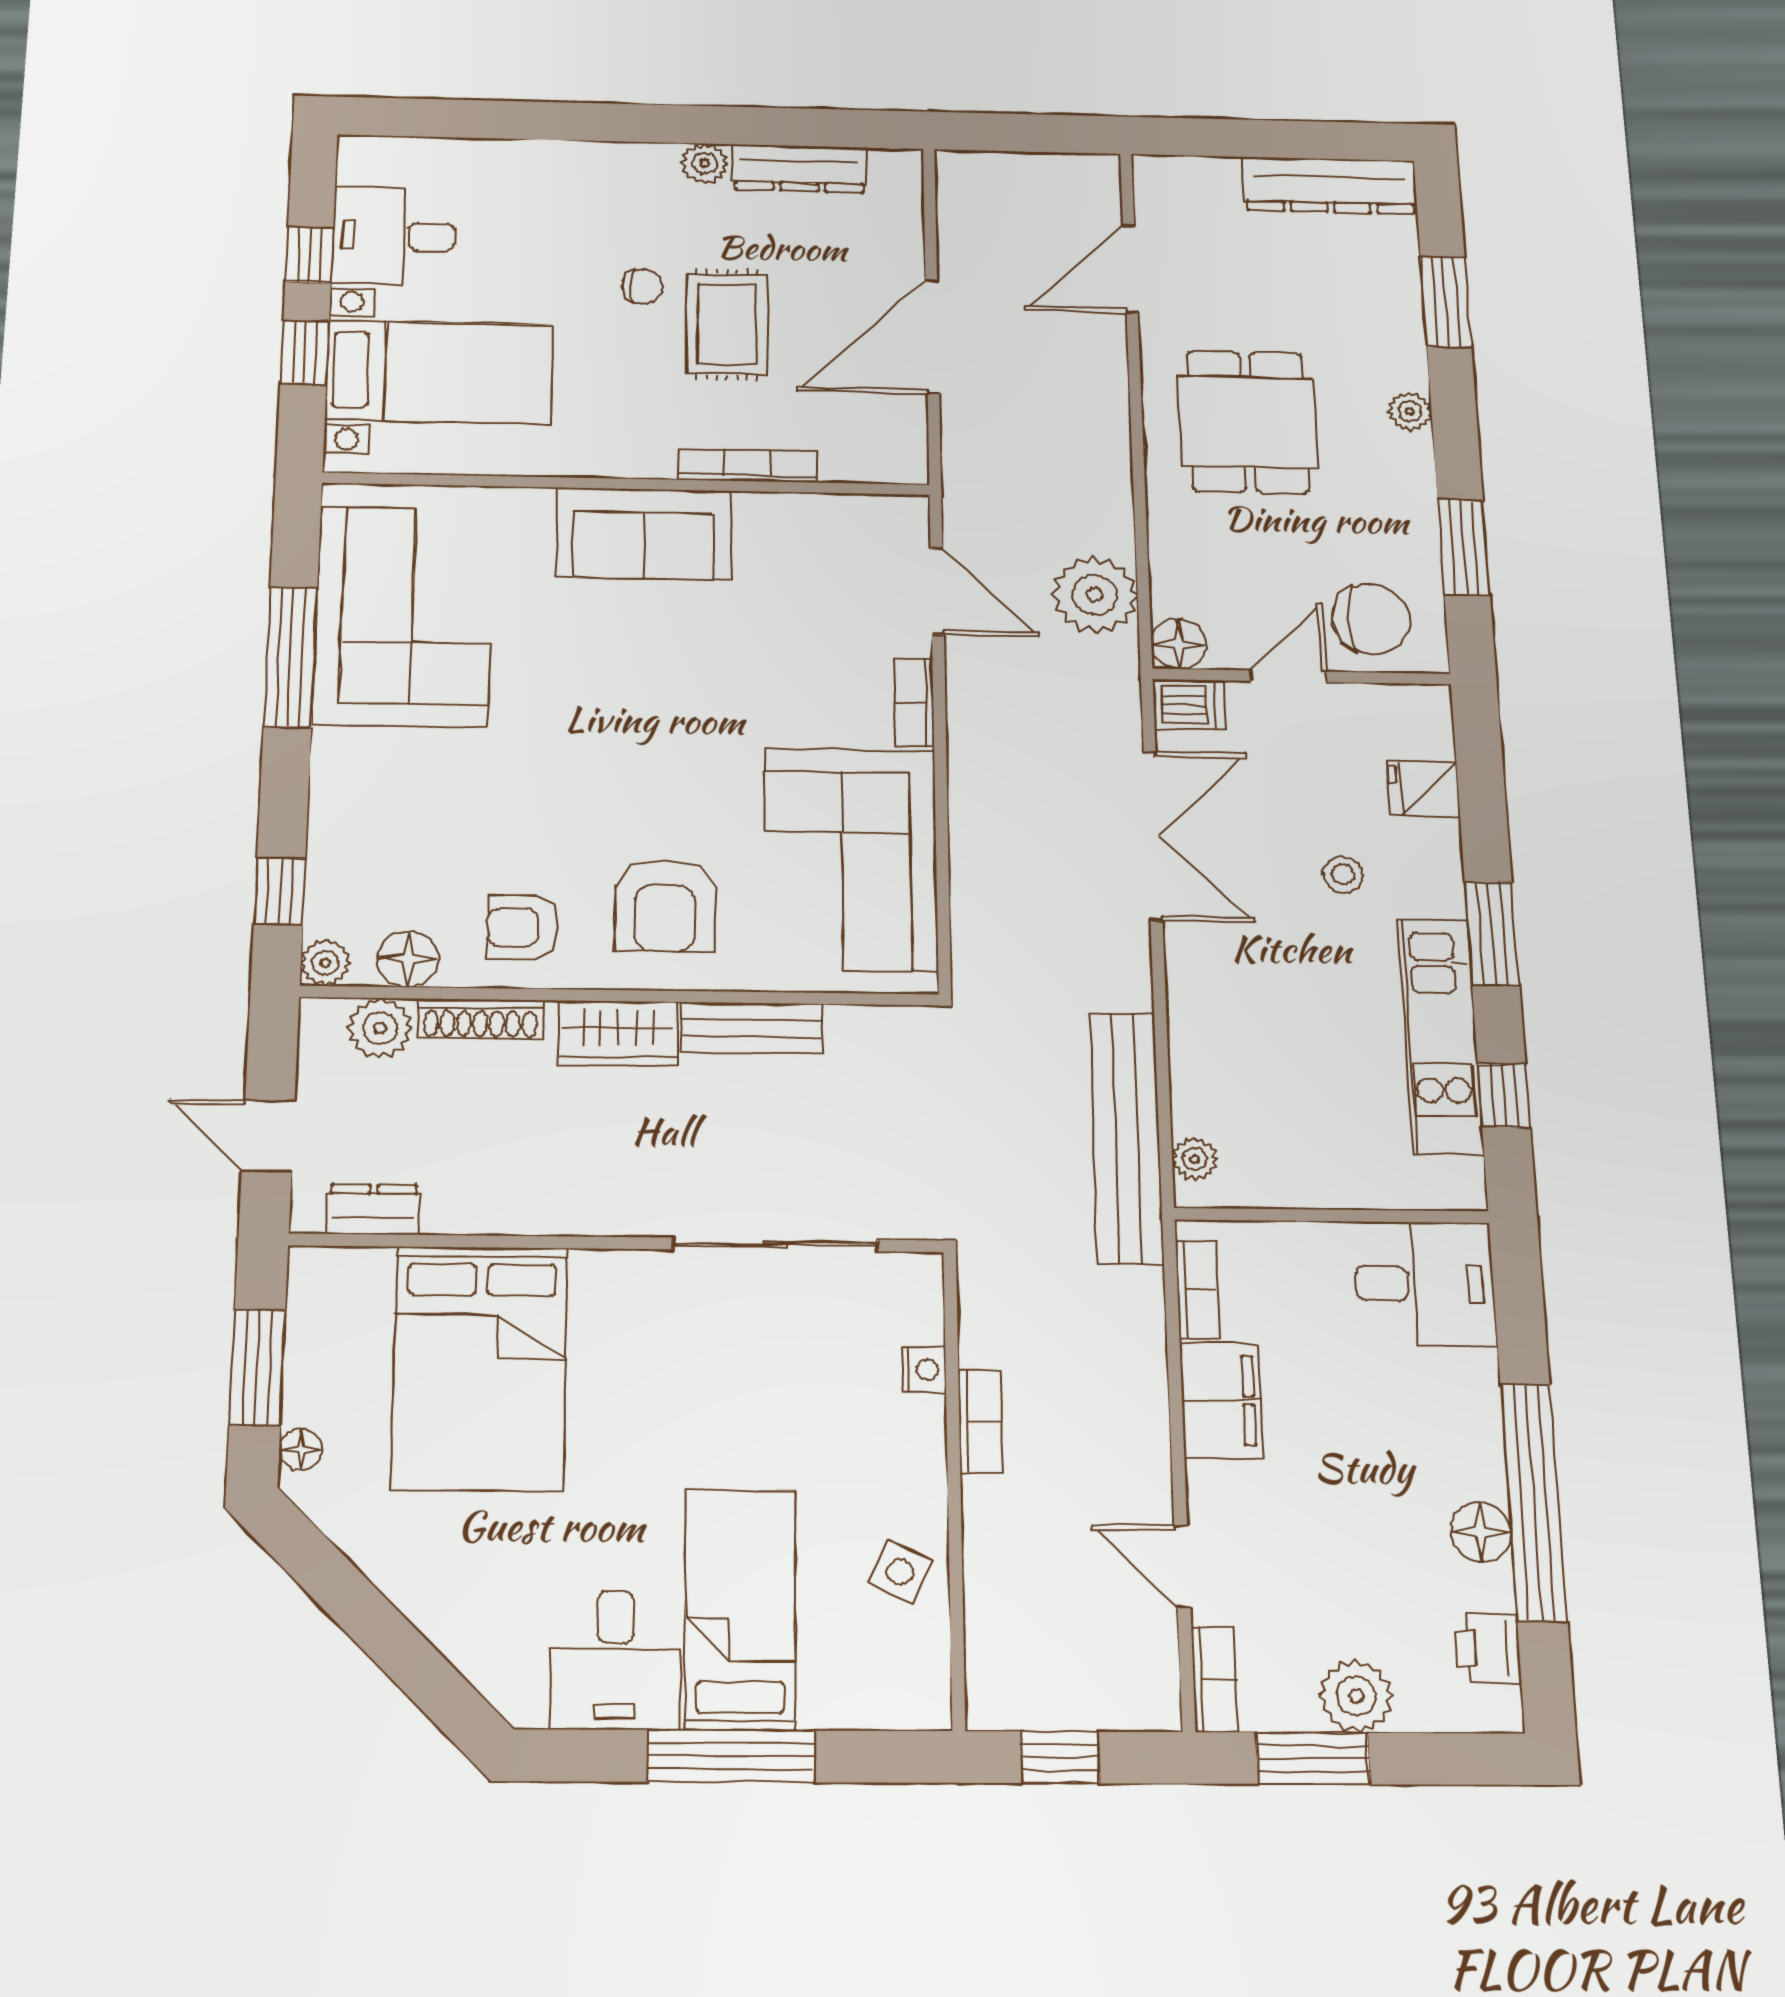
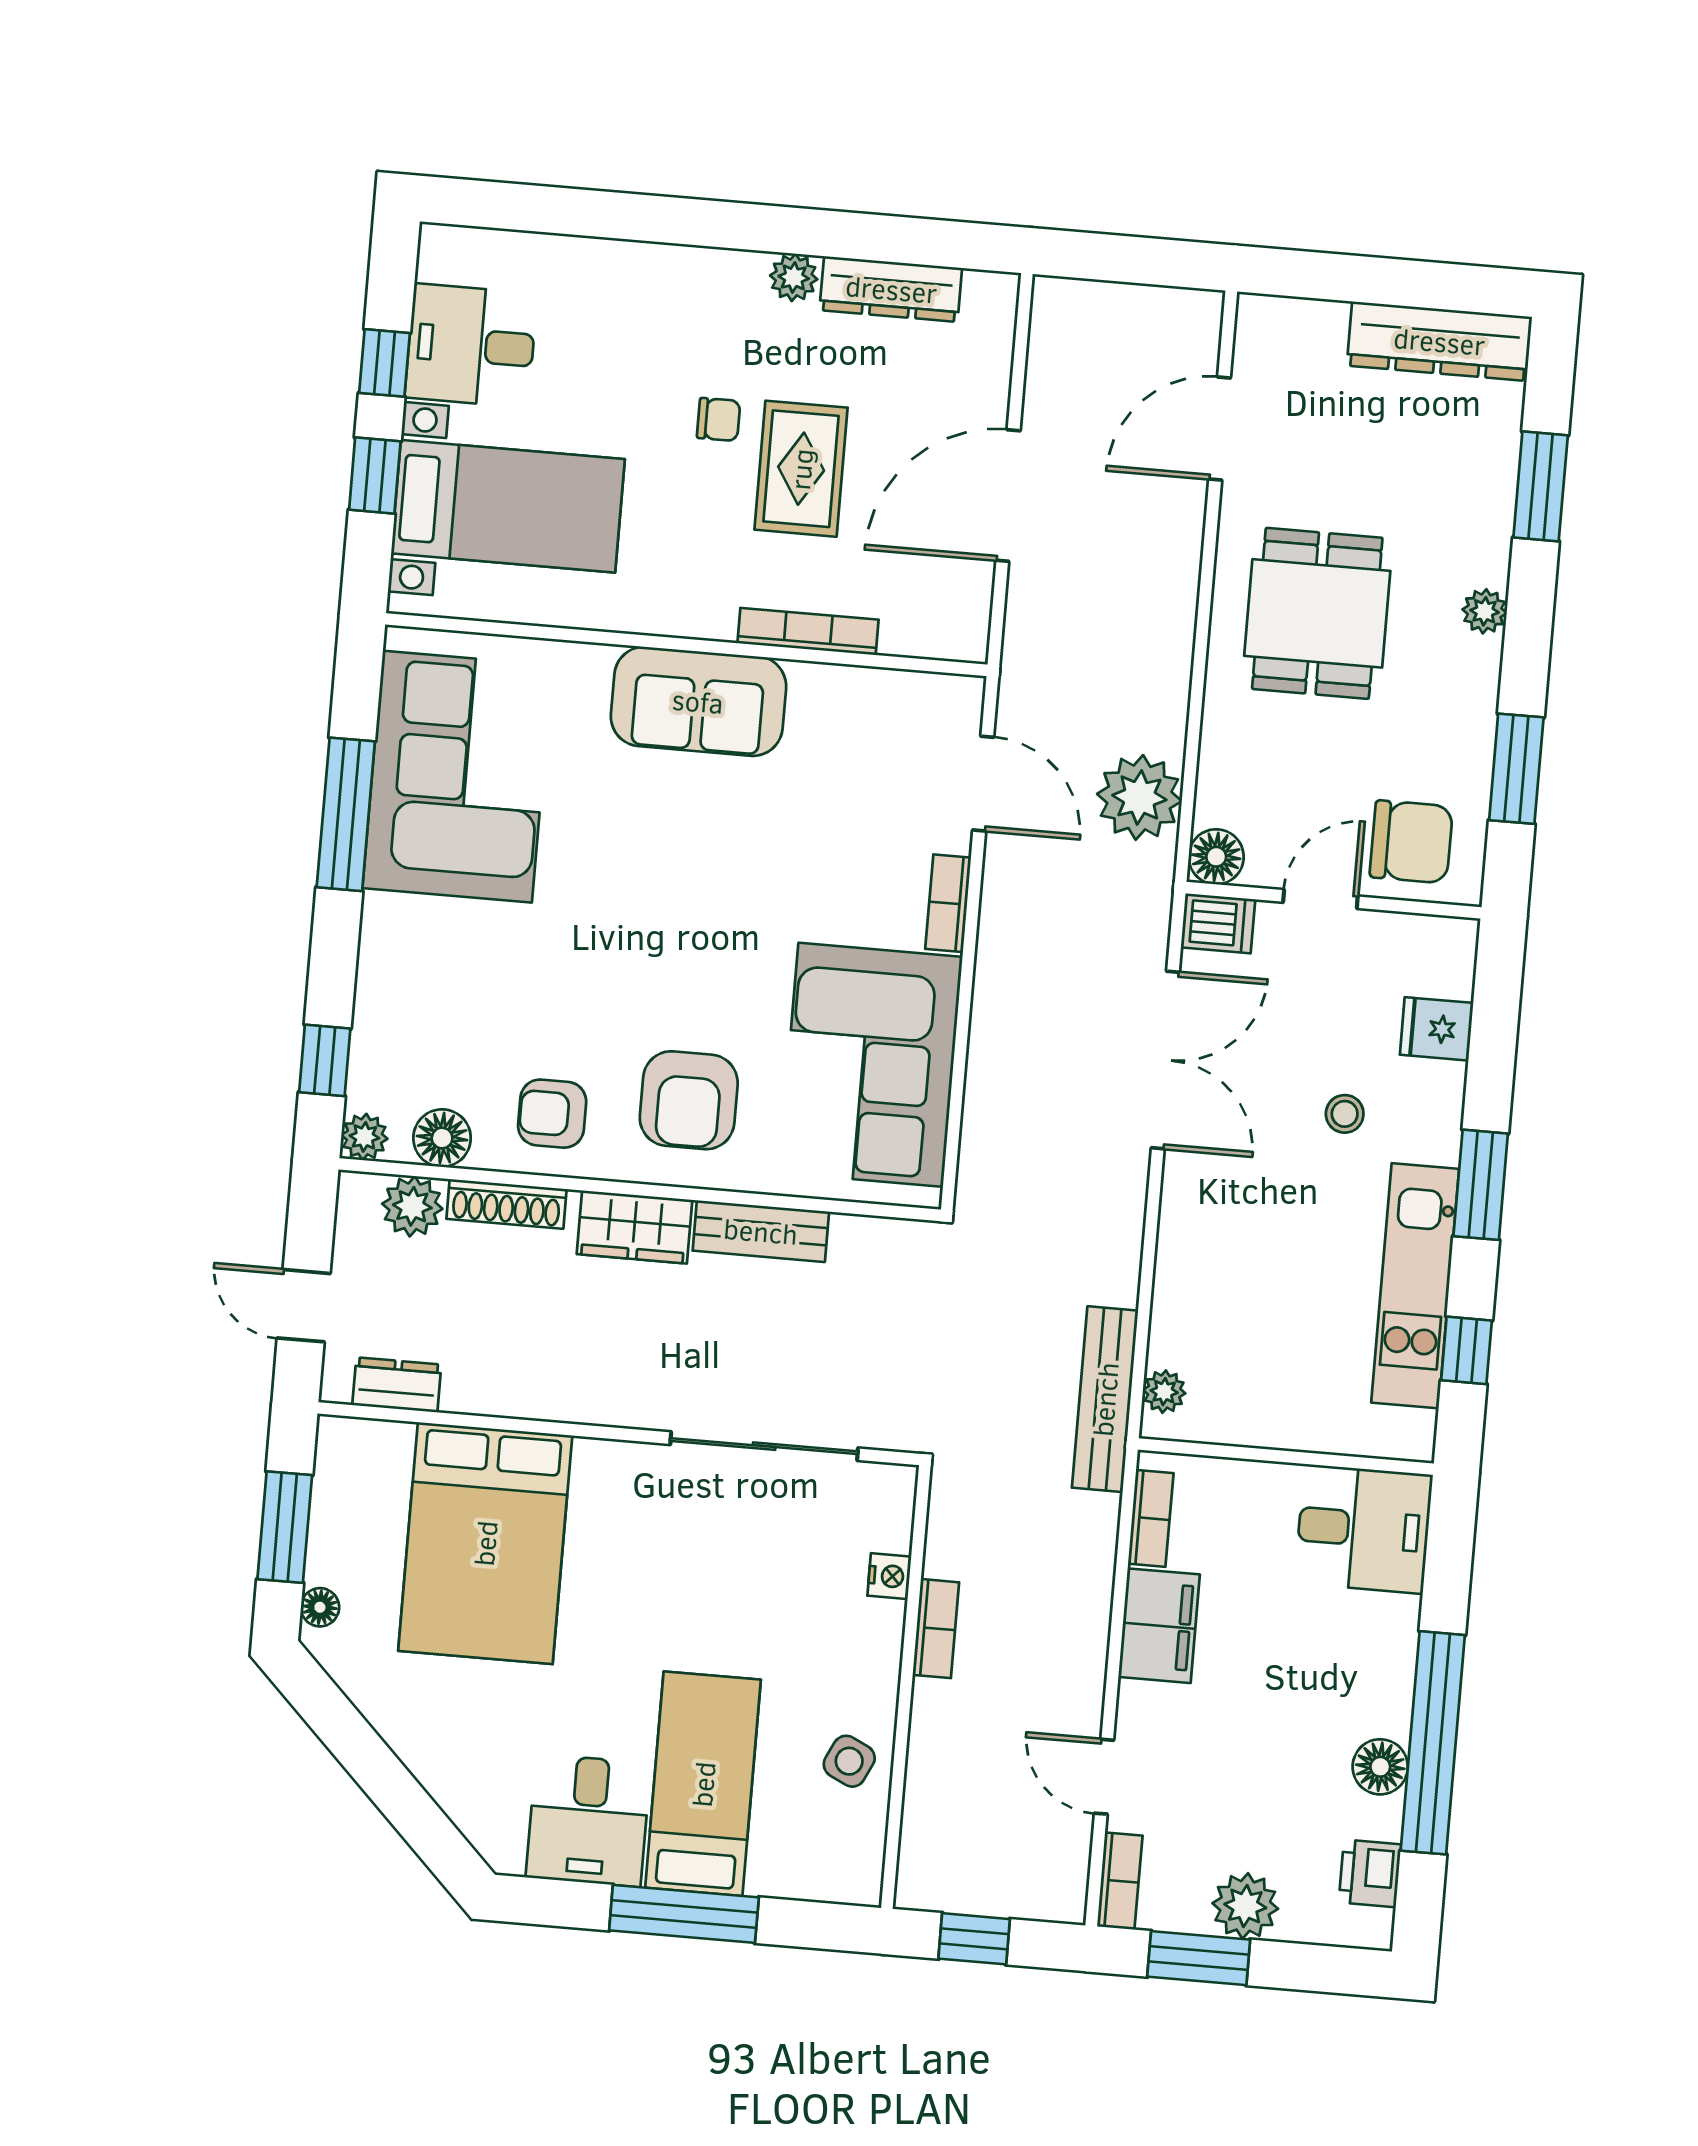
bench: (1126, 1137) -> (1105, 1399), width x0.73, depth x0.82

